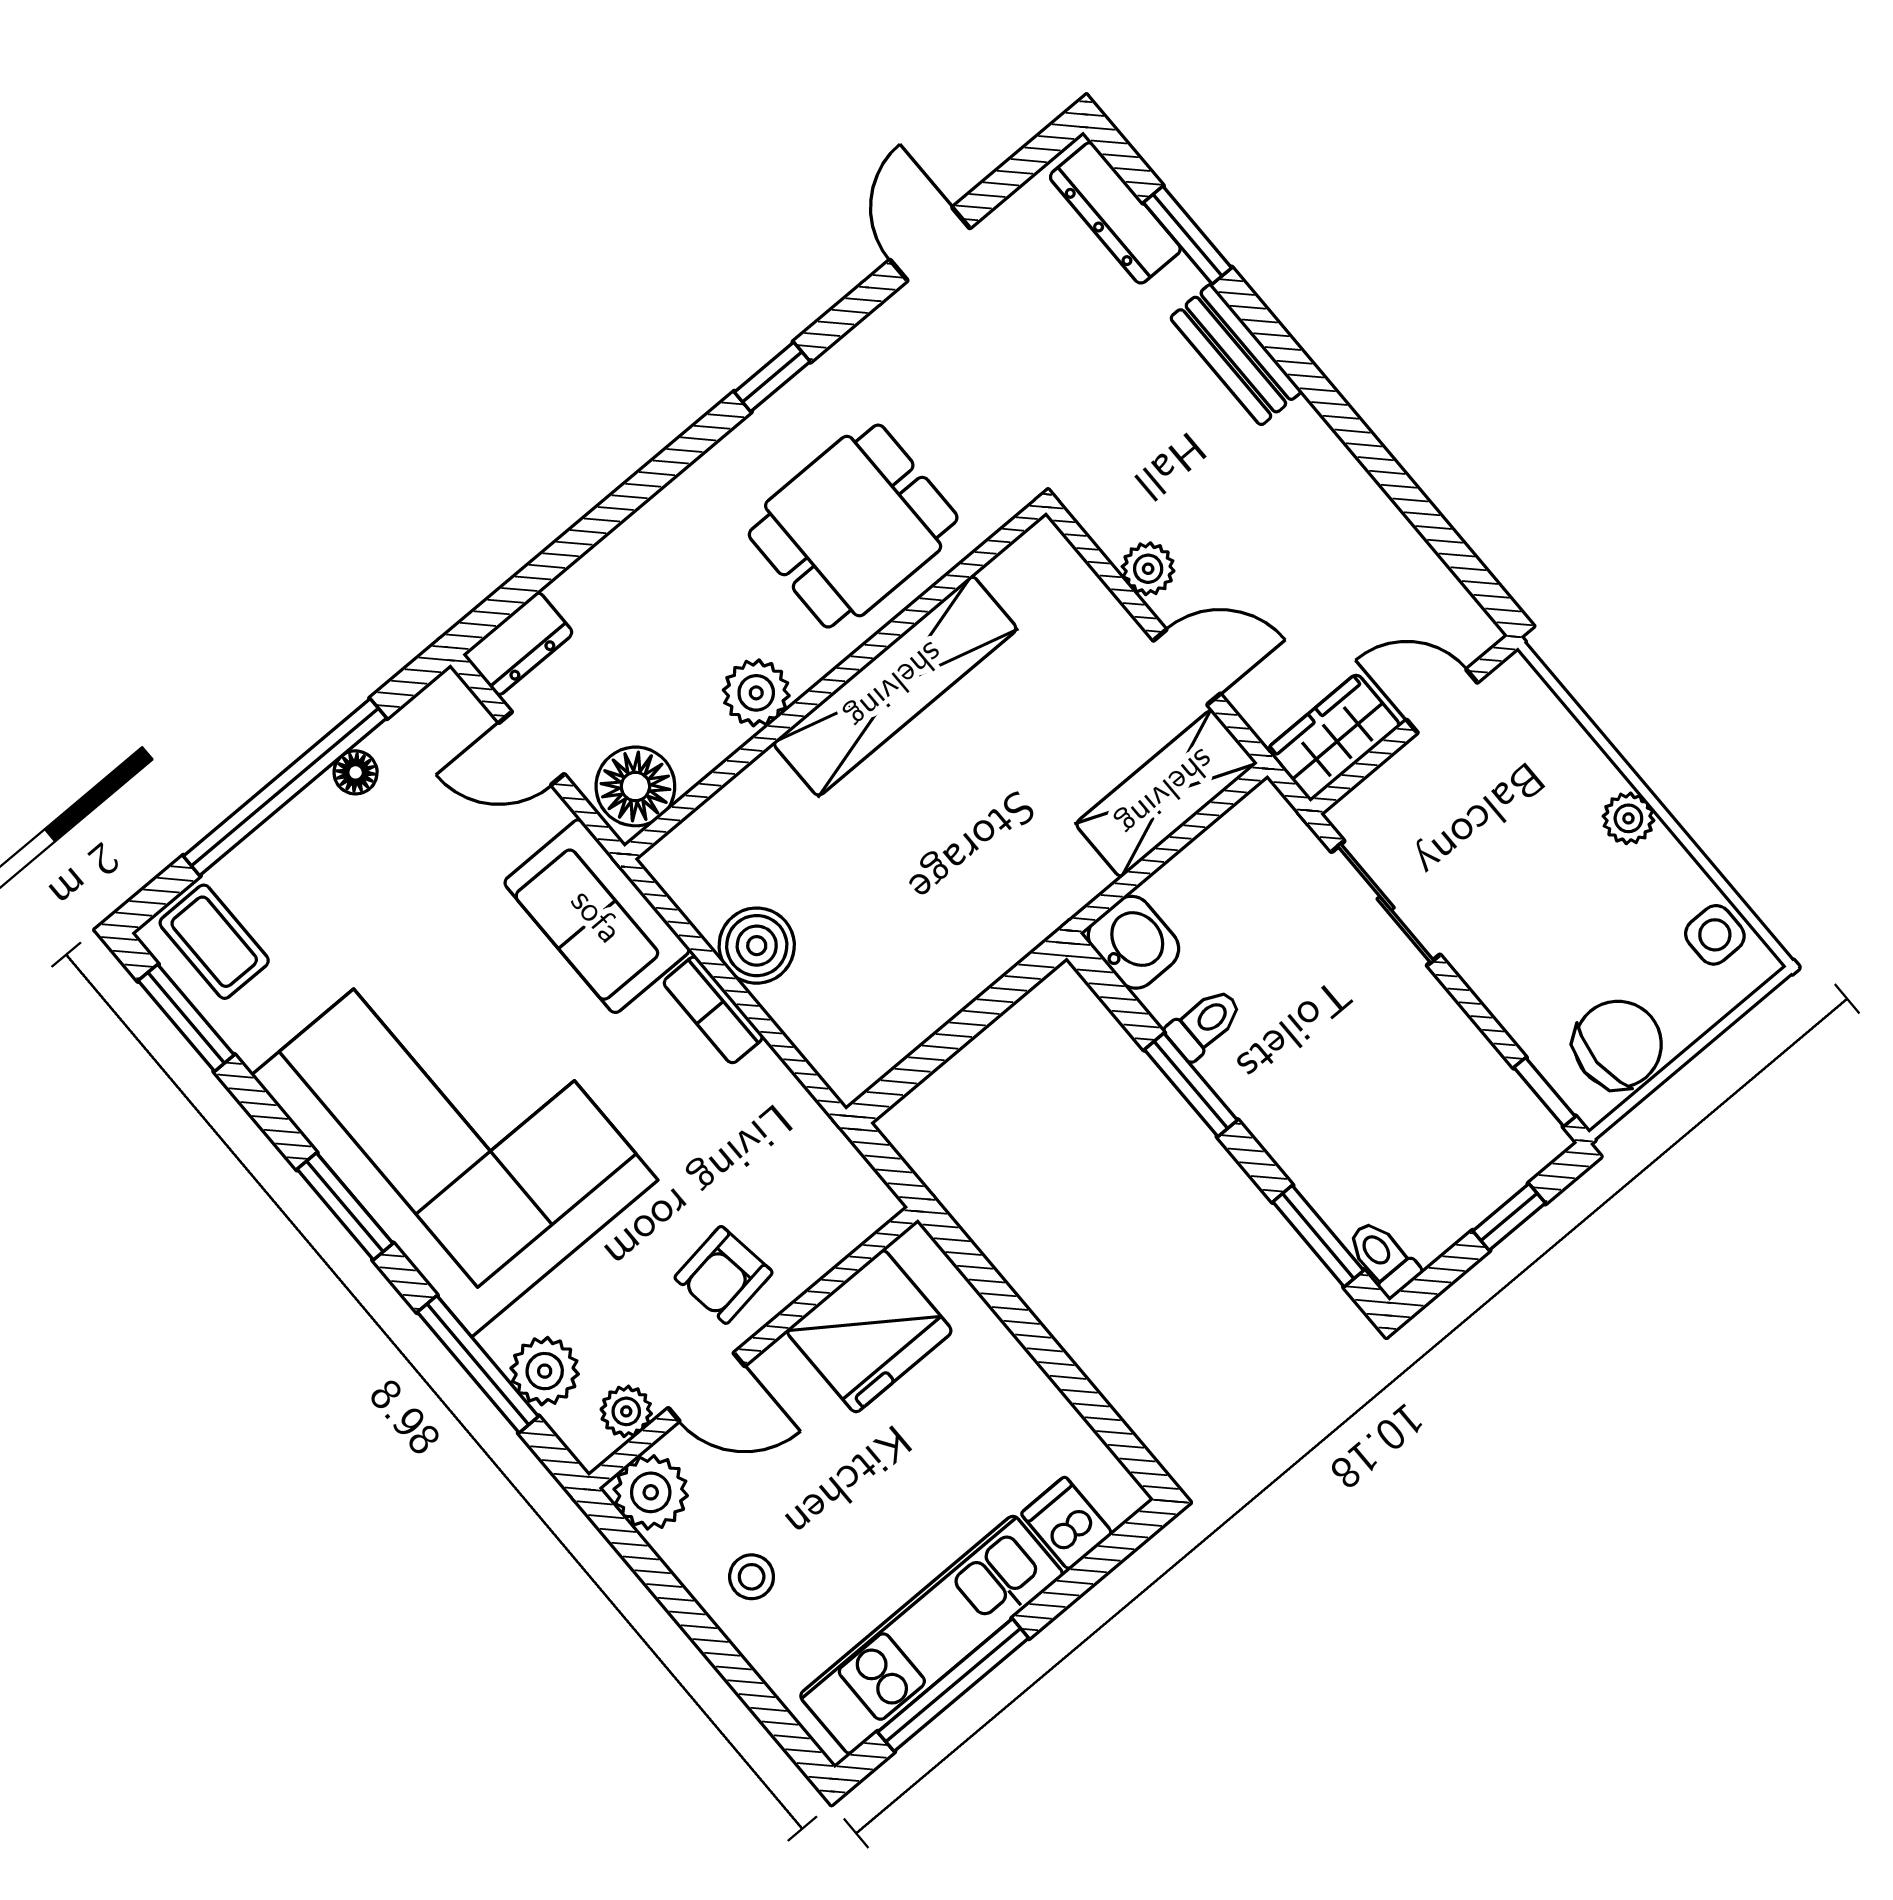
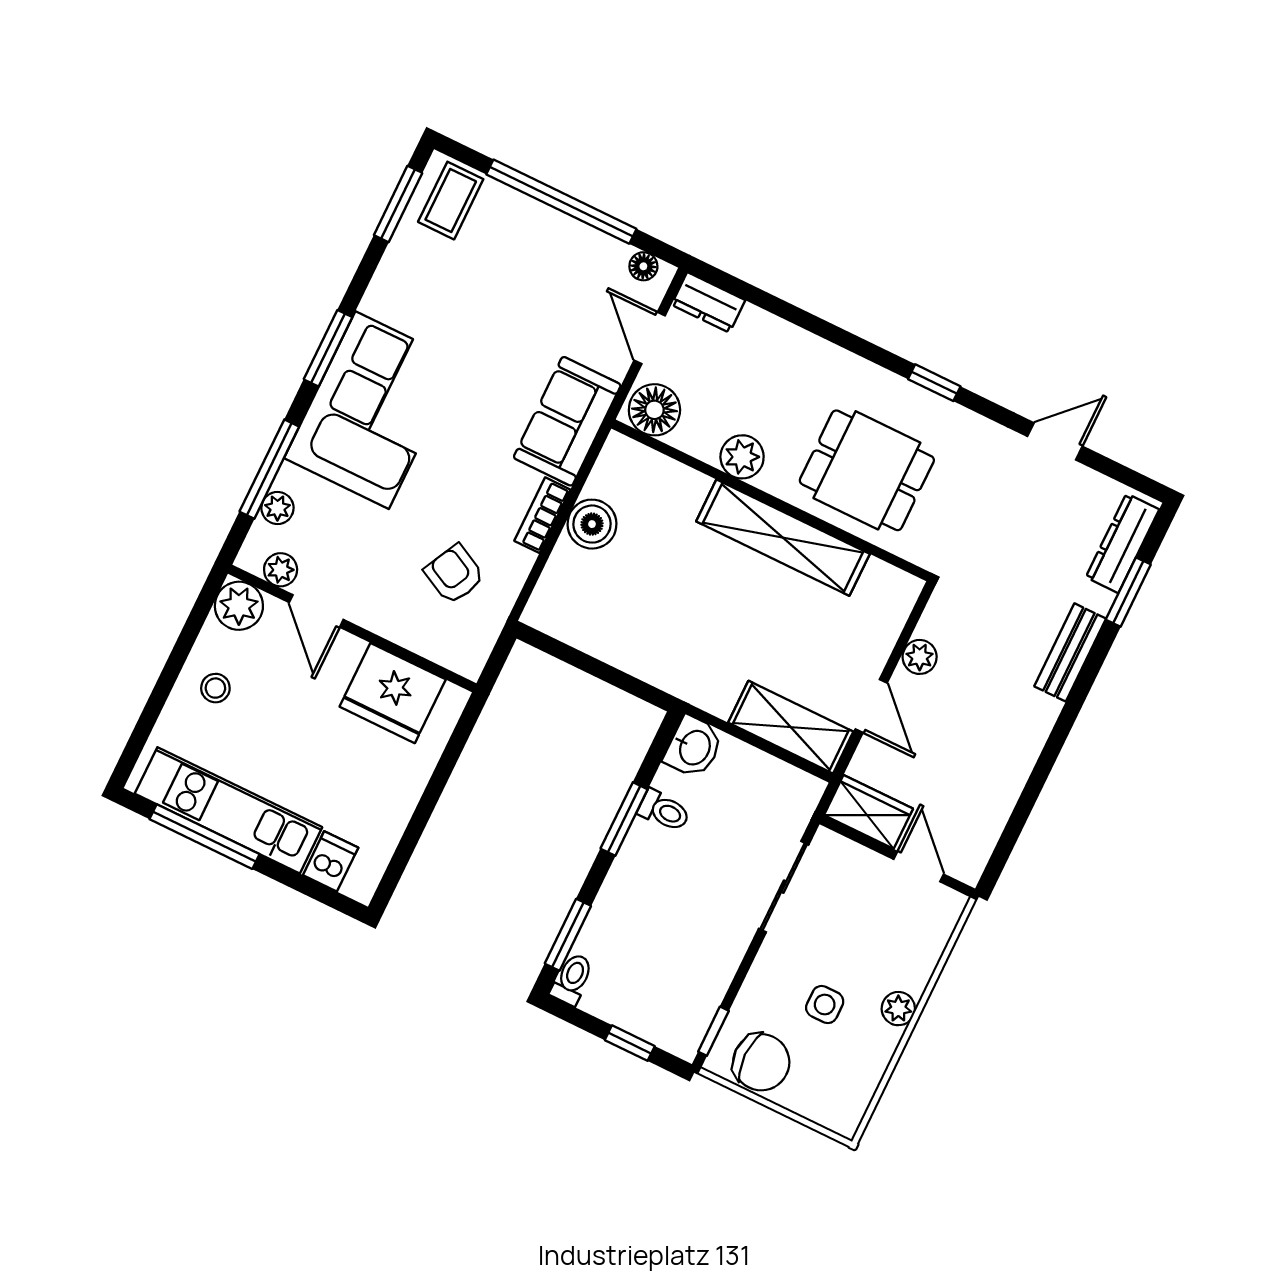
floor lamp: (356, 772) -> (643, 266), moved
side table: (1715, 935) -> (825, 1005), moved
corner sofa: (455, 1128) -> (372, 410), width x0.73, depth x0.74
armchair: (724, 1275) -> (454, 574), moved, turned 35
plant: (545, 1371) -> (277, 508), width x0.73, depth x0.73

